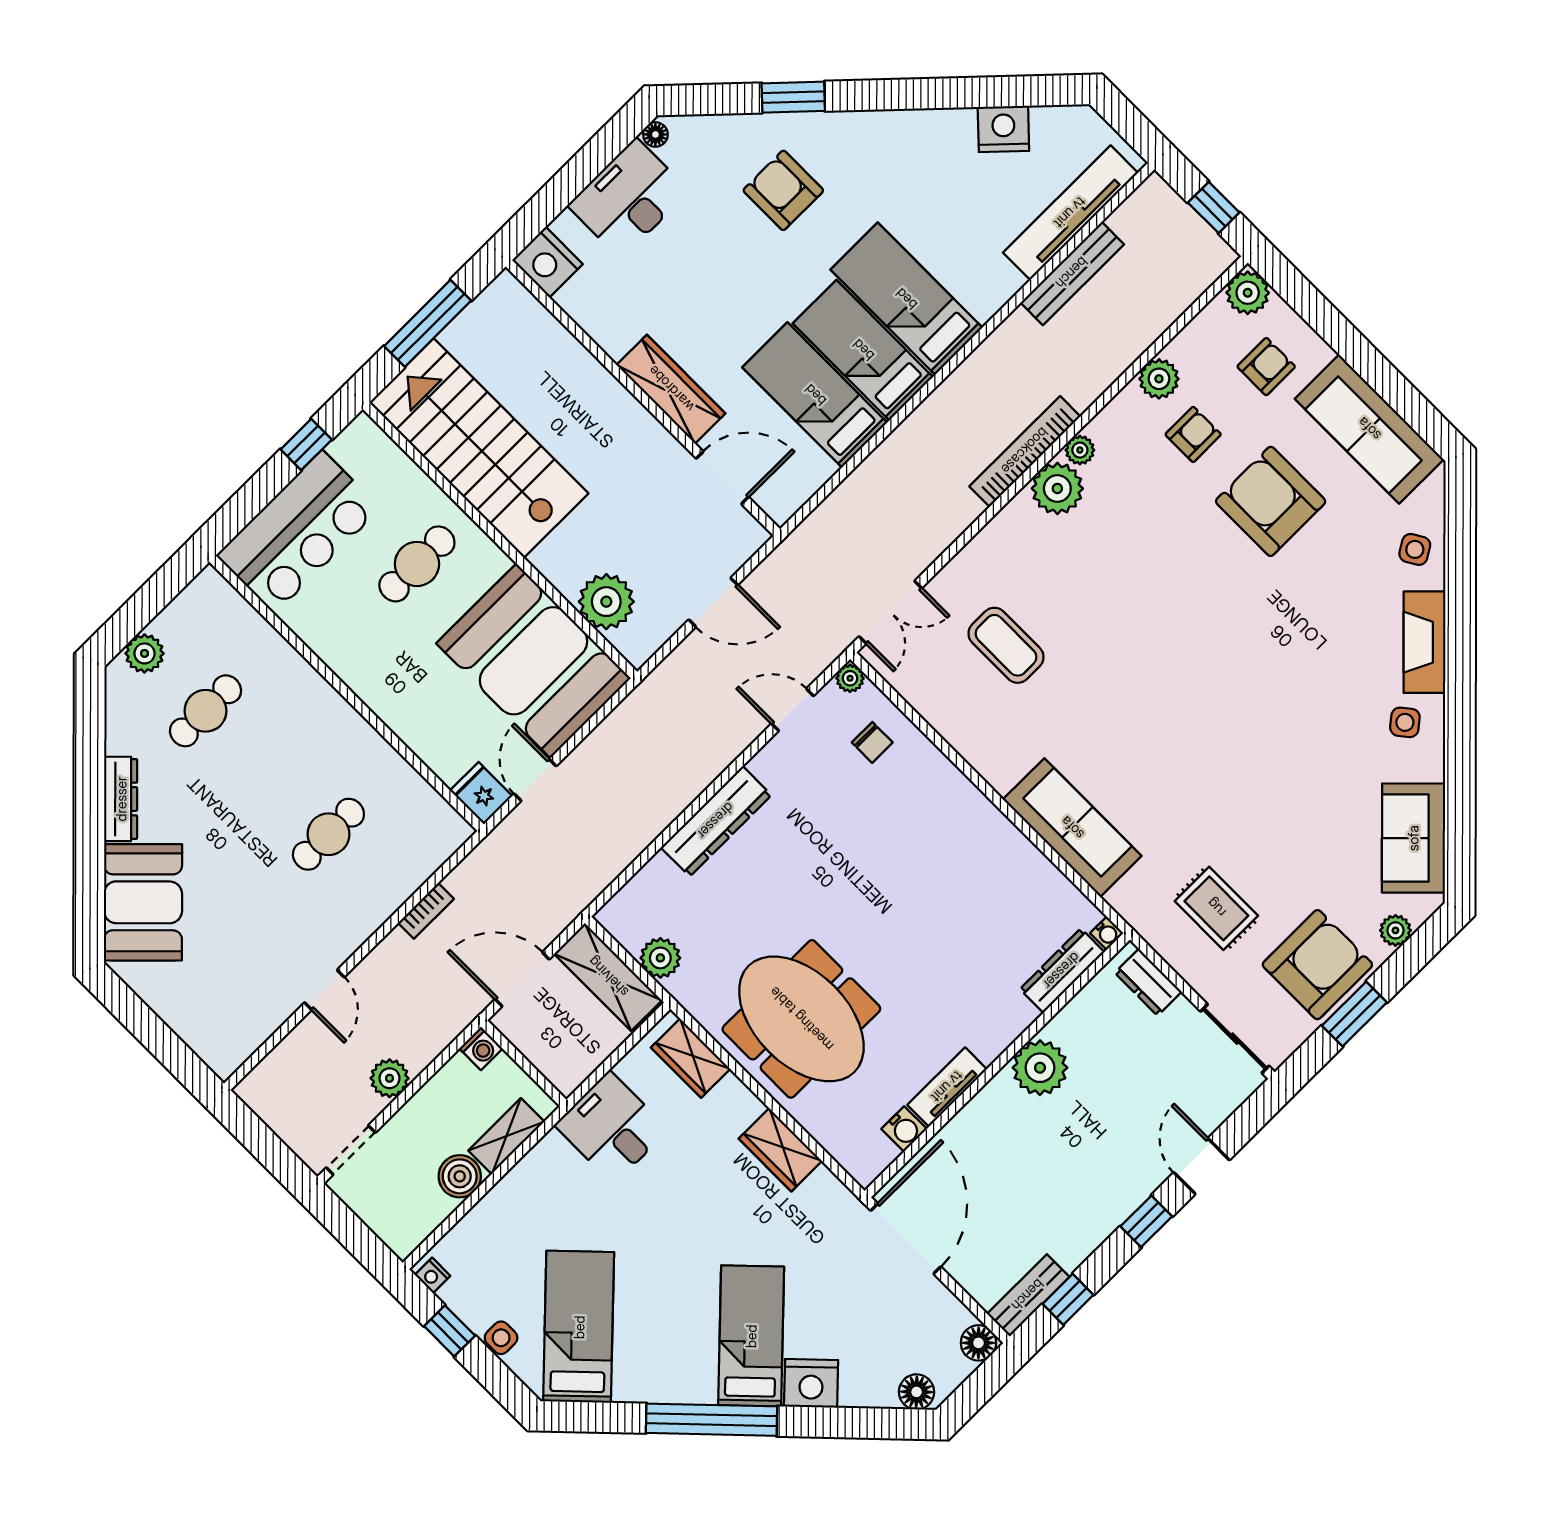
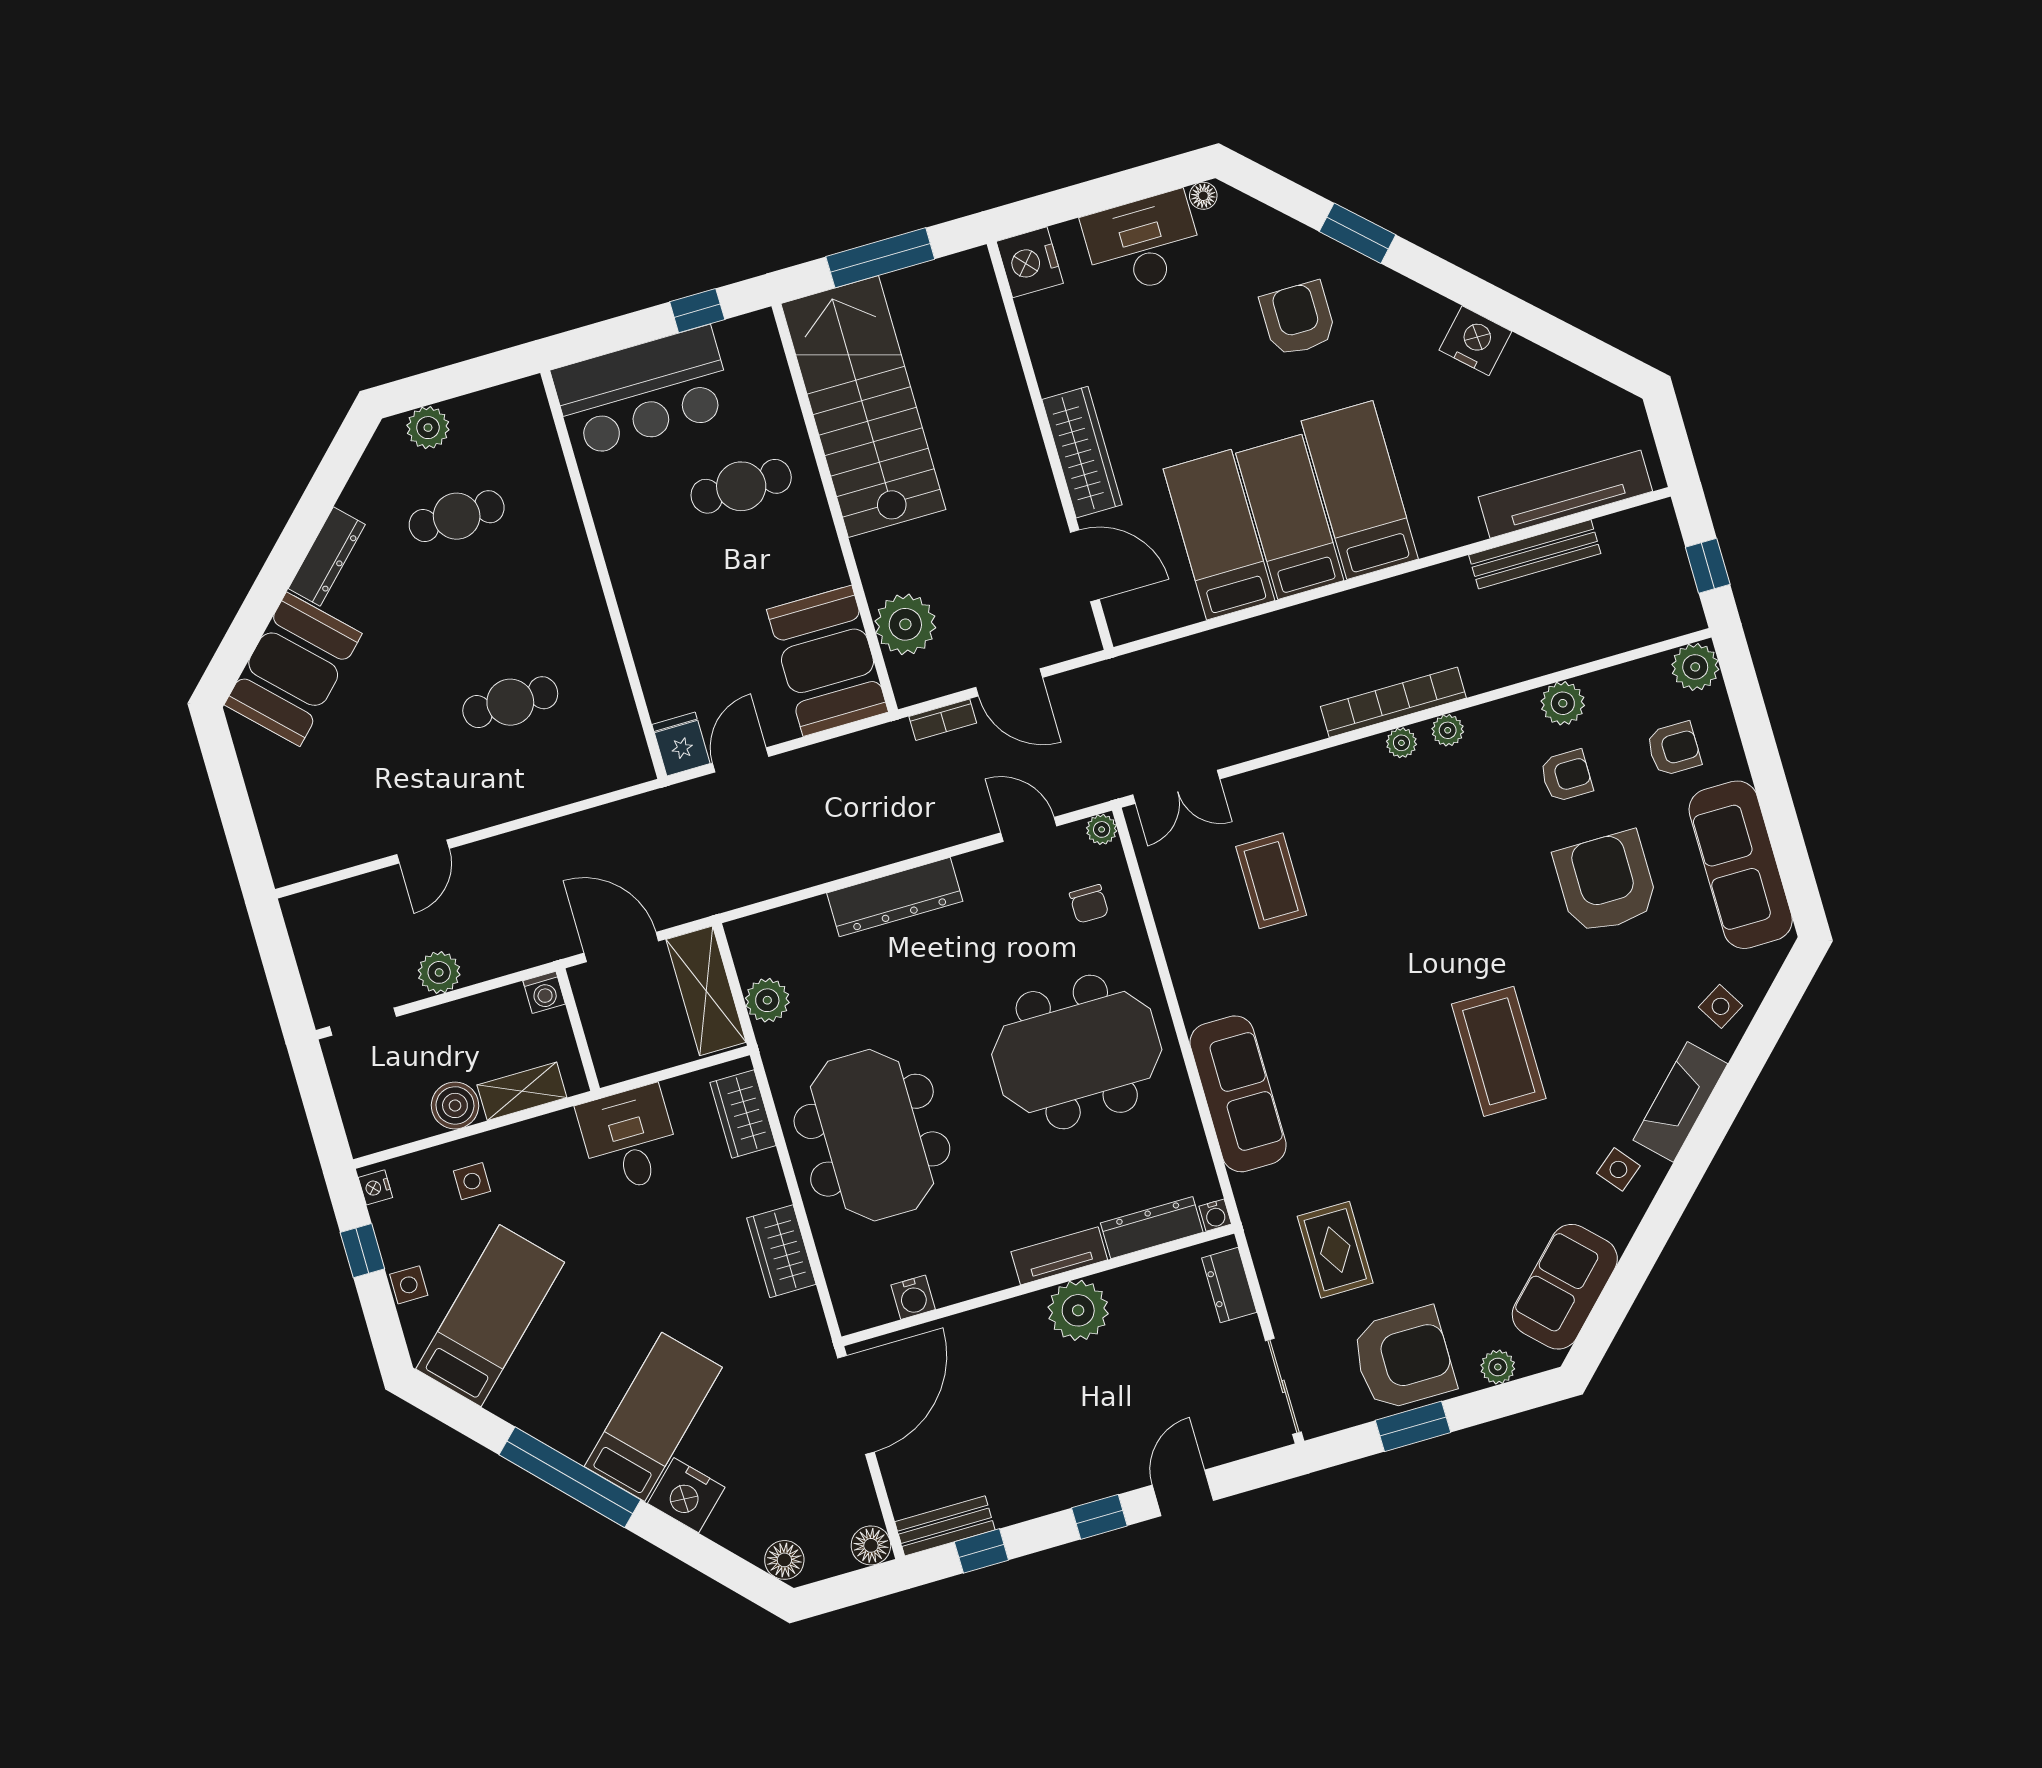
nightstand: (1003, 129) -> (1475, 341), moved
plant: (1057, 488) -> (1401, 743), width x0.53, depth x0.53
booth: (533, 661) -> (827, 661), width x0.73, depth x0.70
coffee table: (1259, 681) -> (1499, 1051), added
meeting table: (927, 865) -> (1077, 1052), added
bookcase: (426, 911) -> (943, 720), moved
tv unit: (947, 1087) -> (1059, 1256), moved
side table: (506, 1229) -> (472, 1181), added

